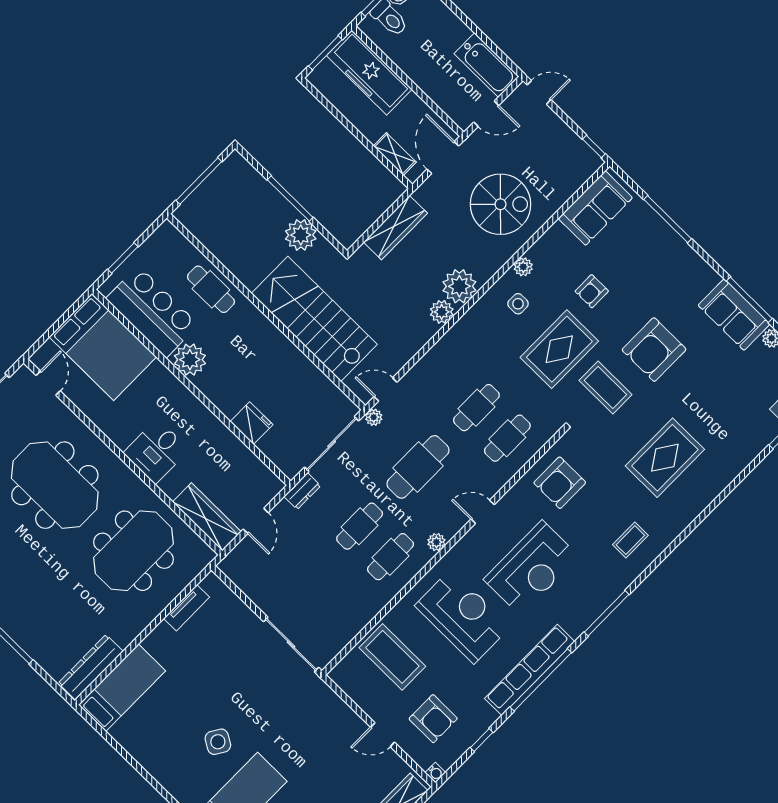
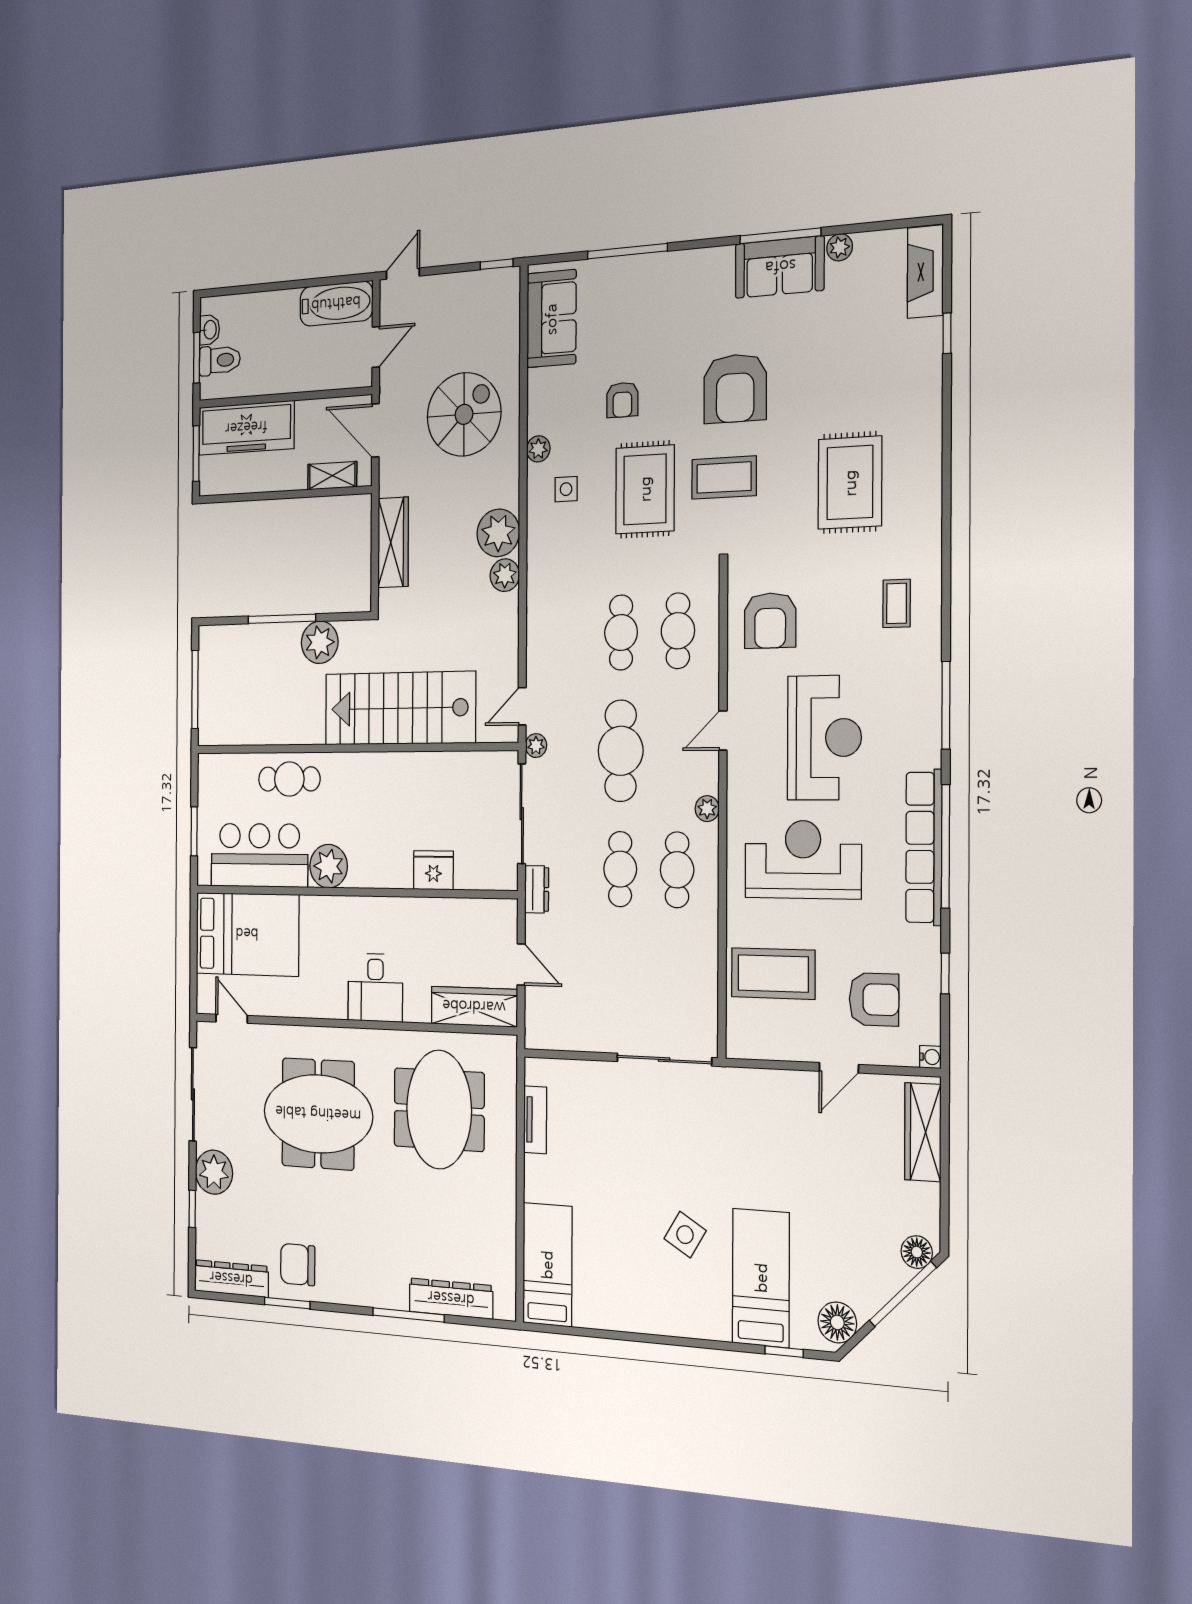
dresser: (91, 667) -> (451, 1299), moved, turned 90

